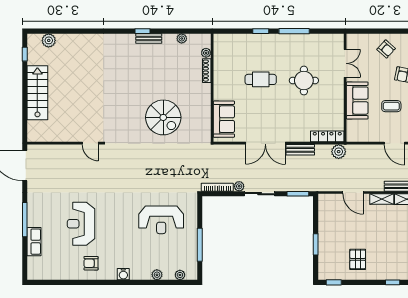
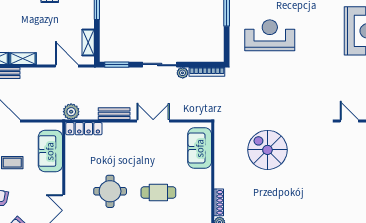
sofa: (357, 101) -> (50, 151), moved
double door: (265, 143) -> (153, 121), width x0.73
door: (353, 192) -> (67, 66), moved
shelving: (323, 213) -> (88, 42), added

